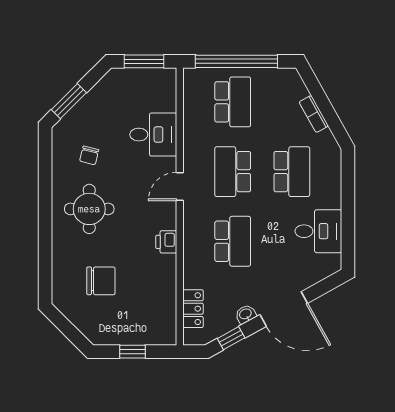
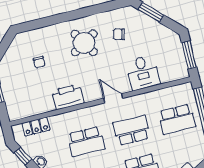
round table: (89, 209) -> (84, 43), turned -32
printer: (166, 242) -> (68, 97), width x1.87, depth x1.48
chair: (101, 281) -> (39, 62), width x0.54, depth x0.54

